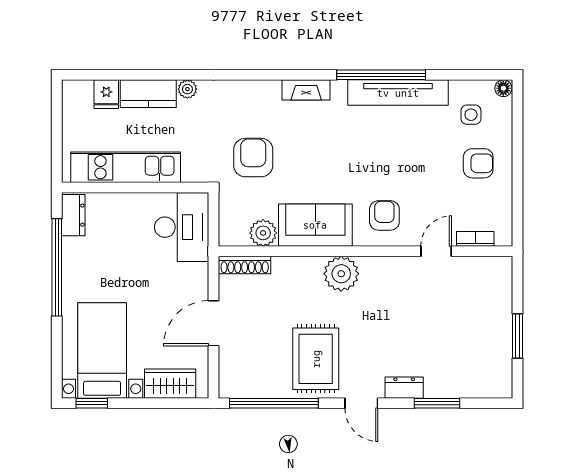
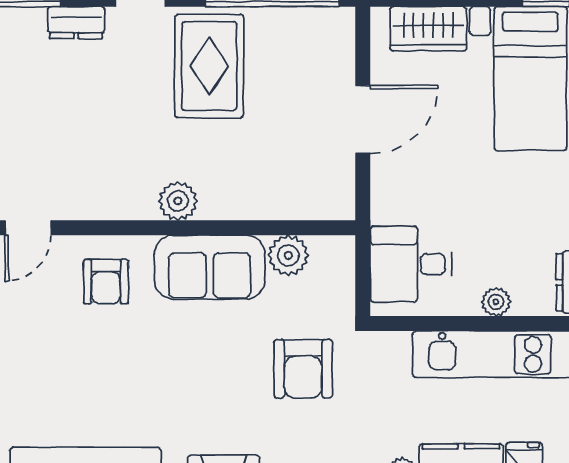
plant: (125, 202) -> (496, 302), added
desk: (182, 227) -> (411, 264), width x0.73
shoe rack: (245, 265) -> (316, 207), removed
plant: (341, 274) -> (178, 201), width x0.73, depth x0.73

